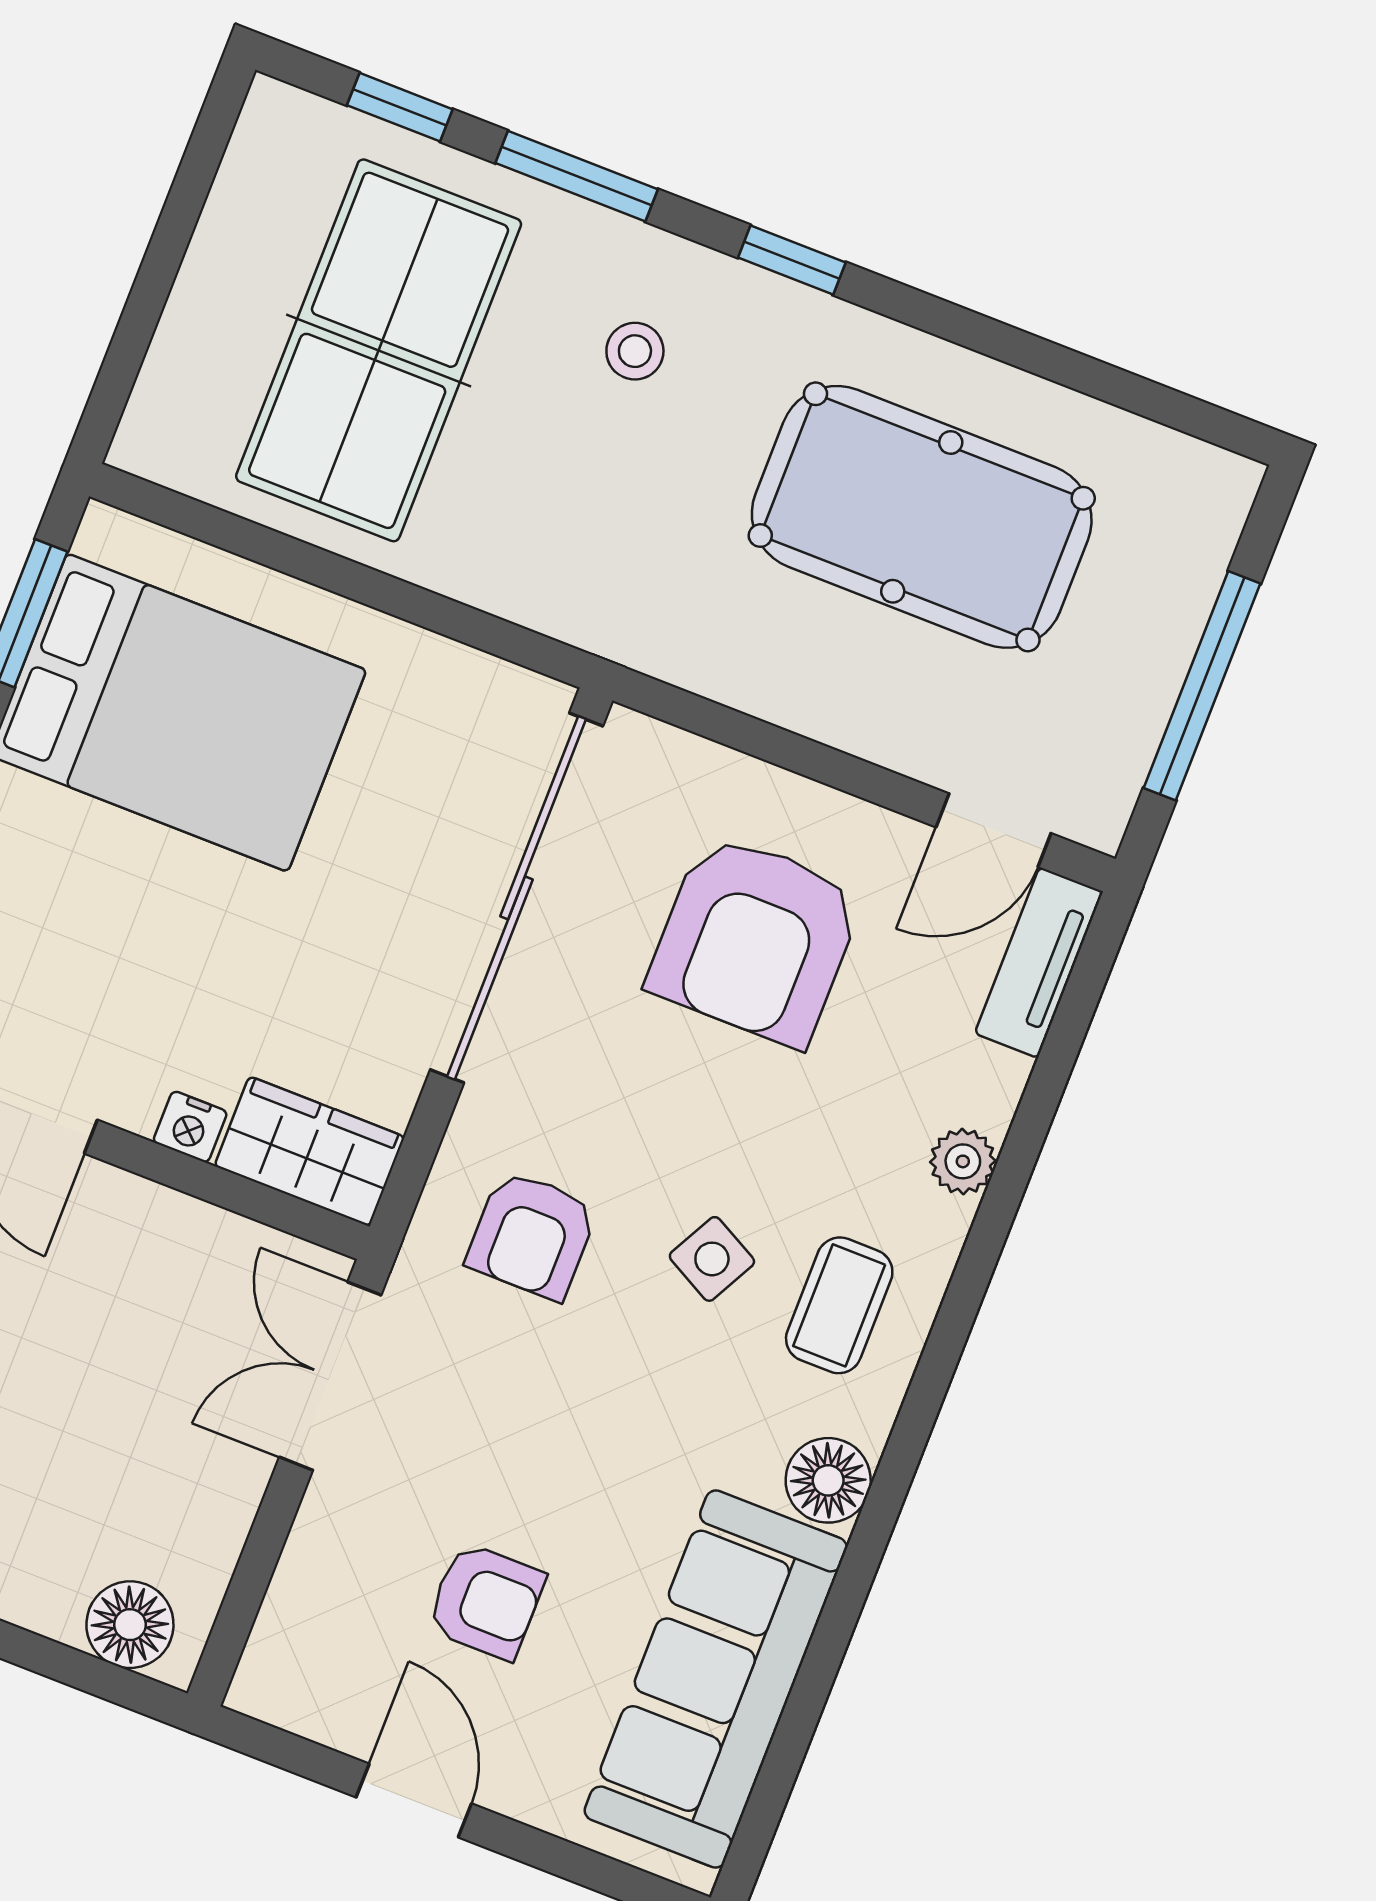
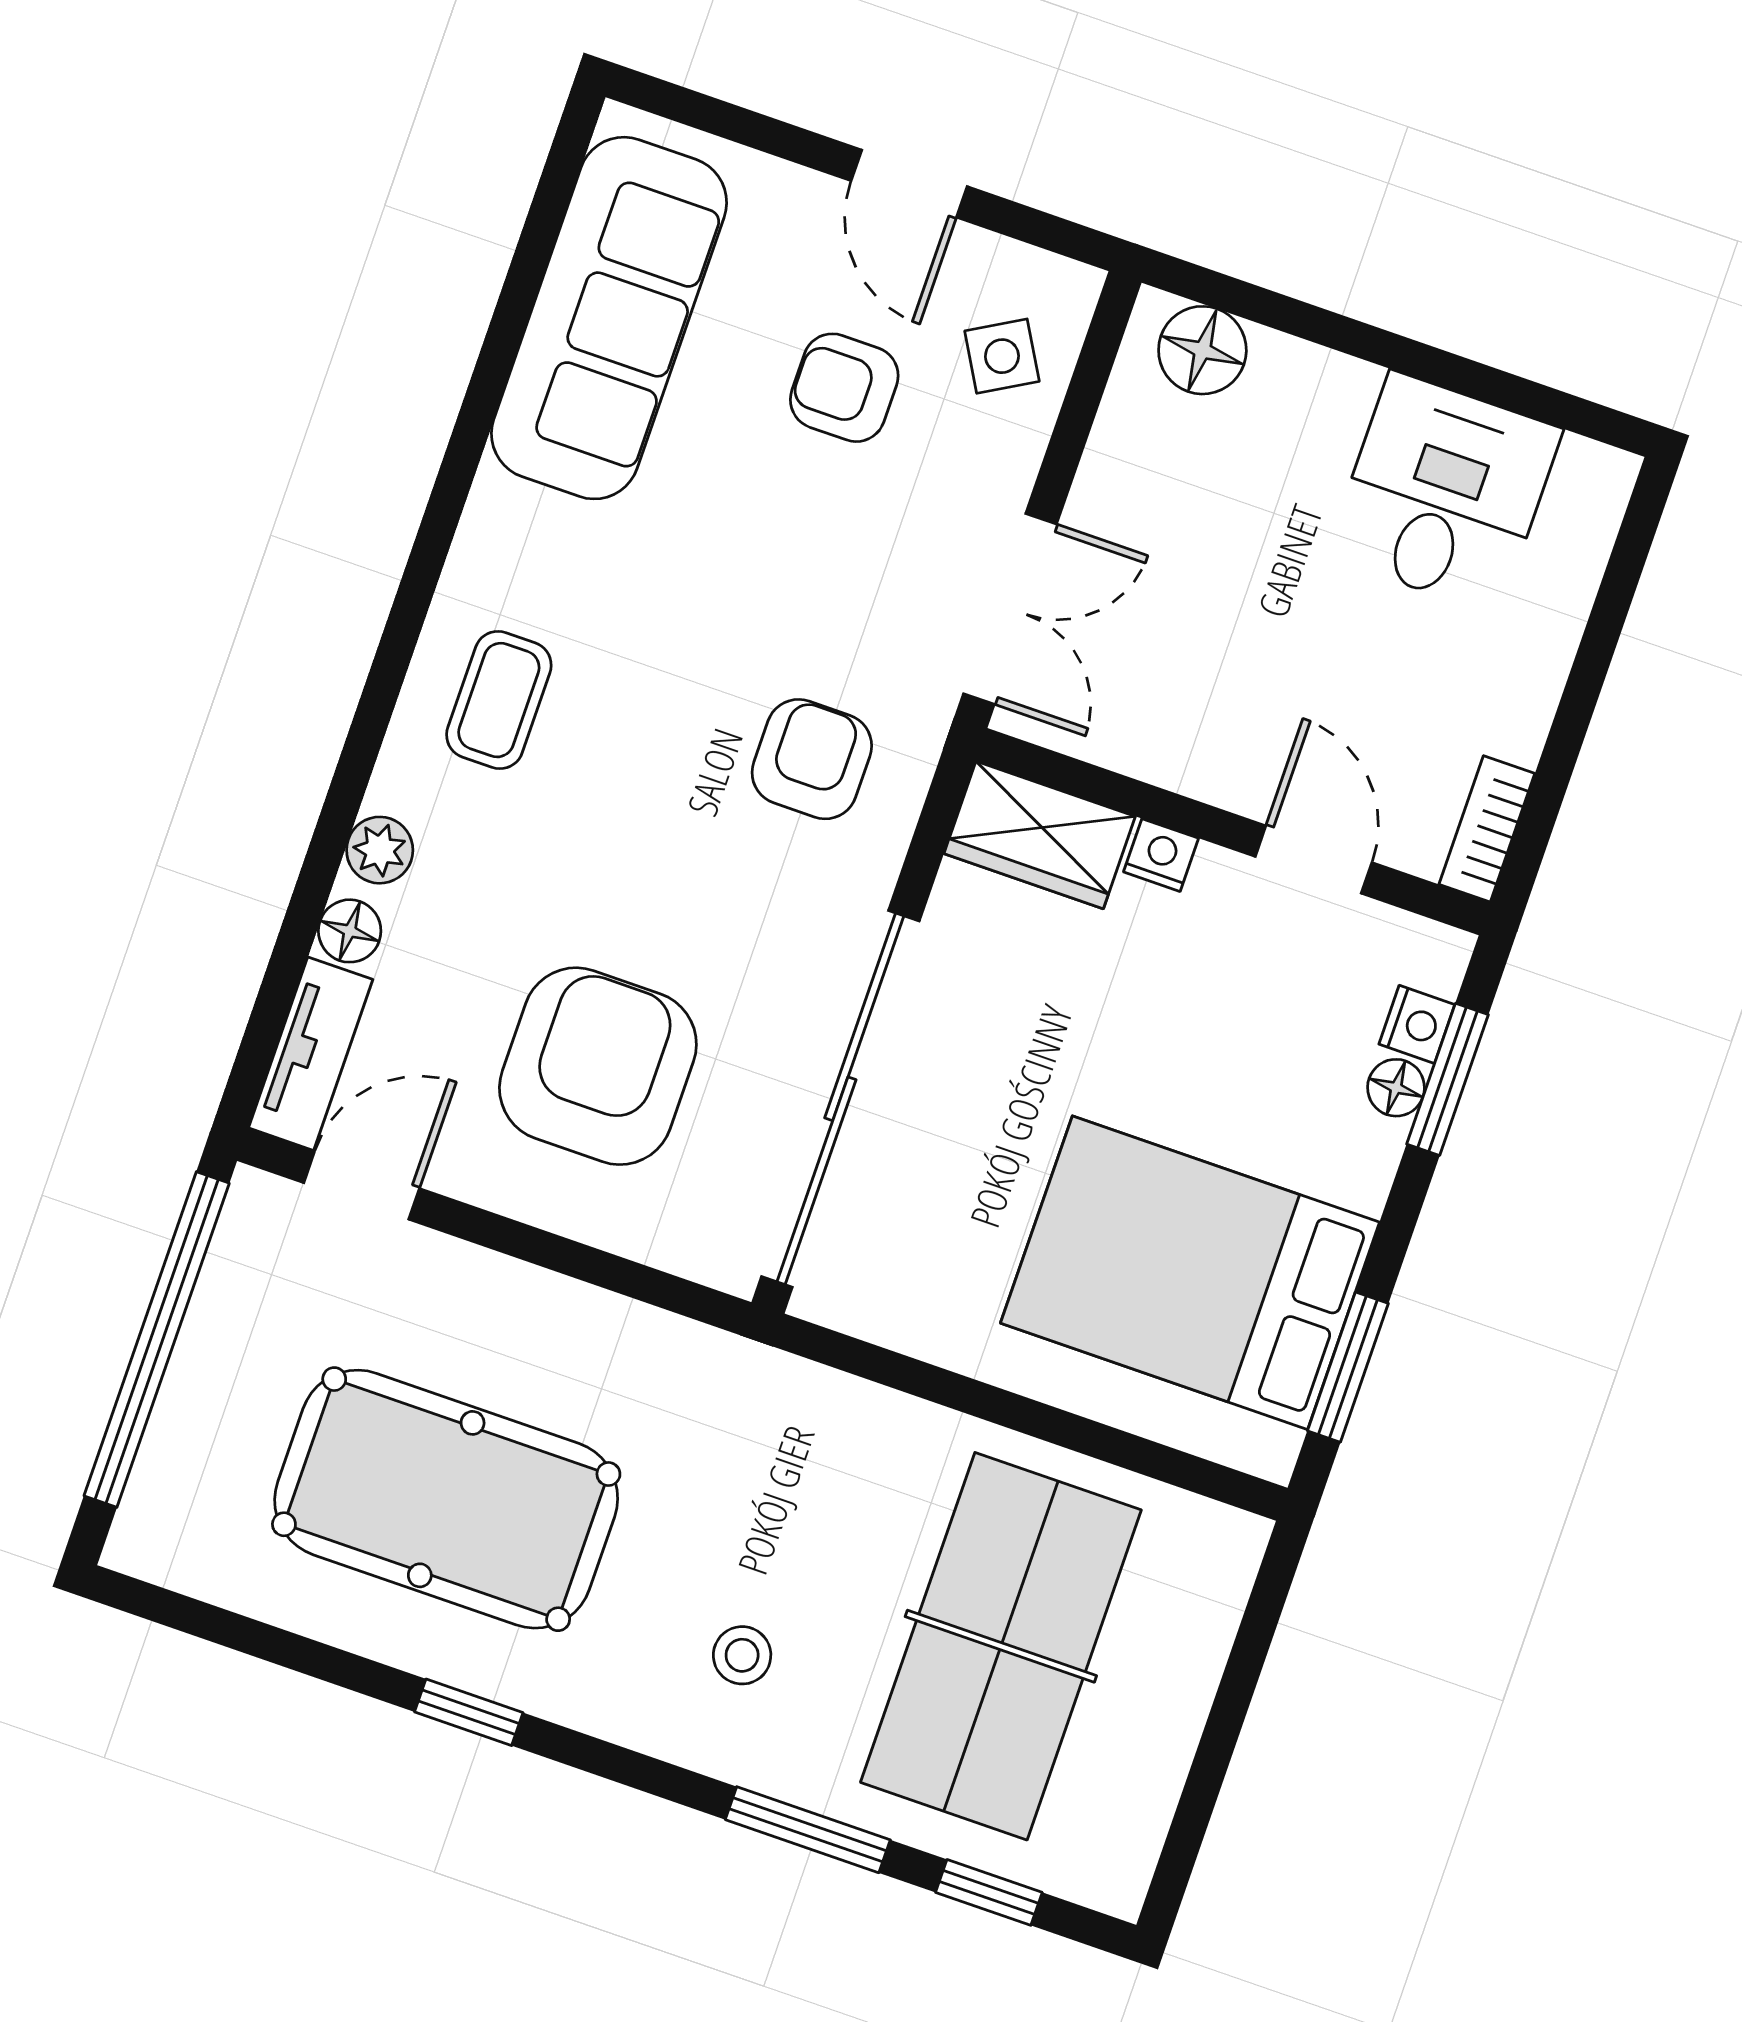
window: (792, 260) -> (469, 1712), moved
window: (1202, 686) -> (157, 1339), width x1.46
side table: (712, 1259) -> (1002, 356), moved, turned 32
floor lamp: (828, 1480) -> (350, 931), moved, width x0.73, depth x0.73

